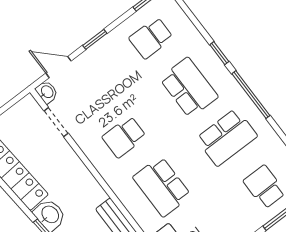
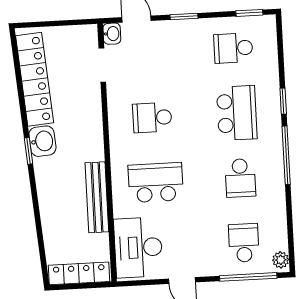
school desk: (227, 137) -> (240, 178), width x0.54
school desk: (162, 187) -> (156, 183), turned 90

